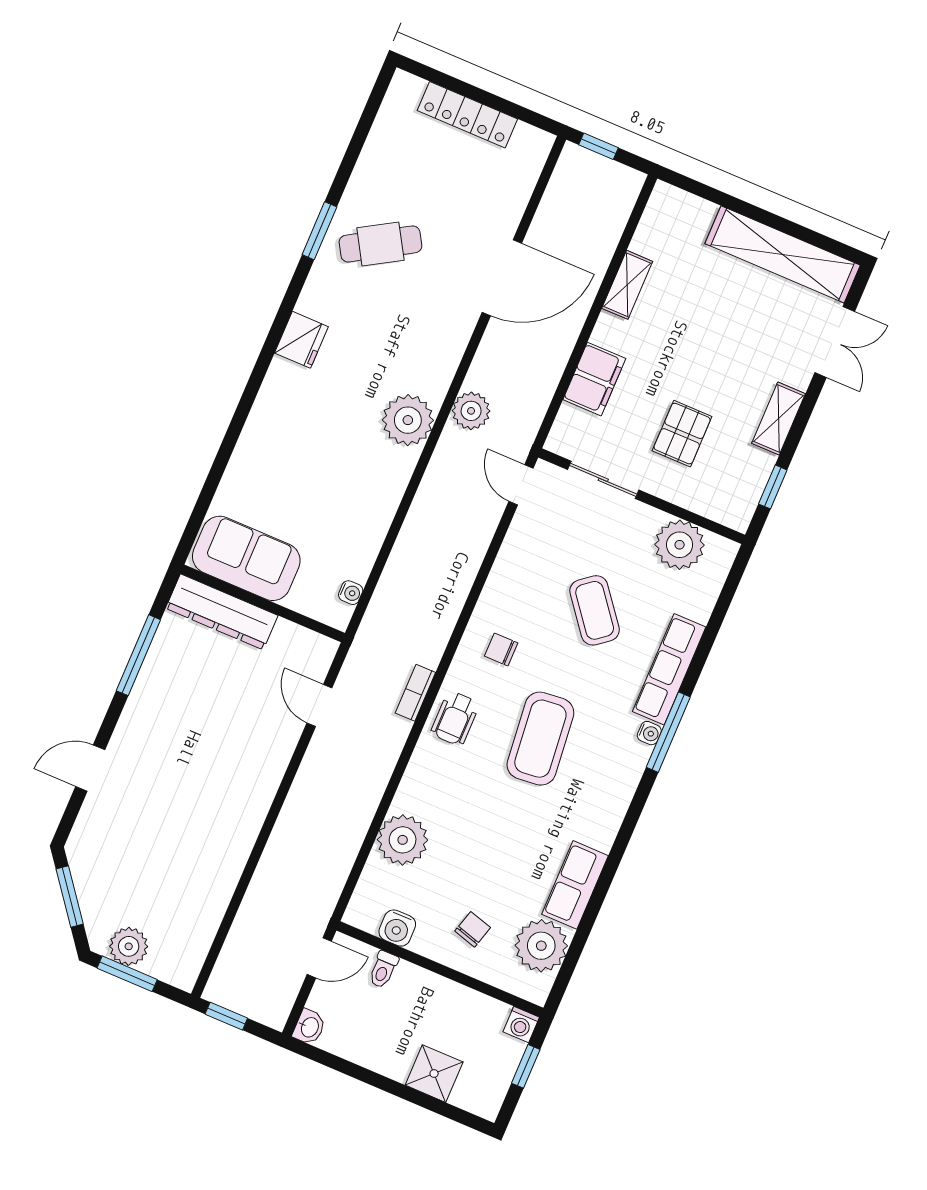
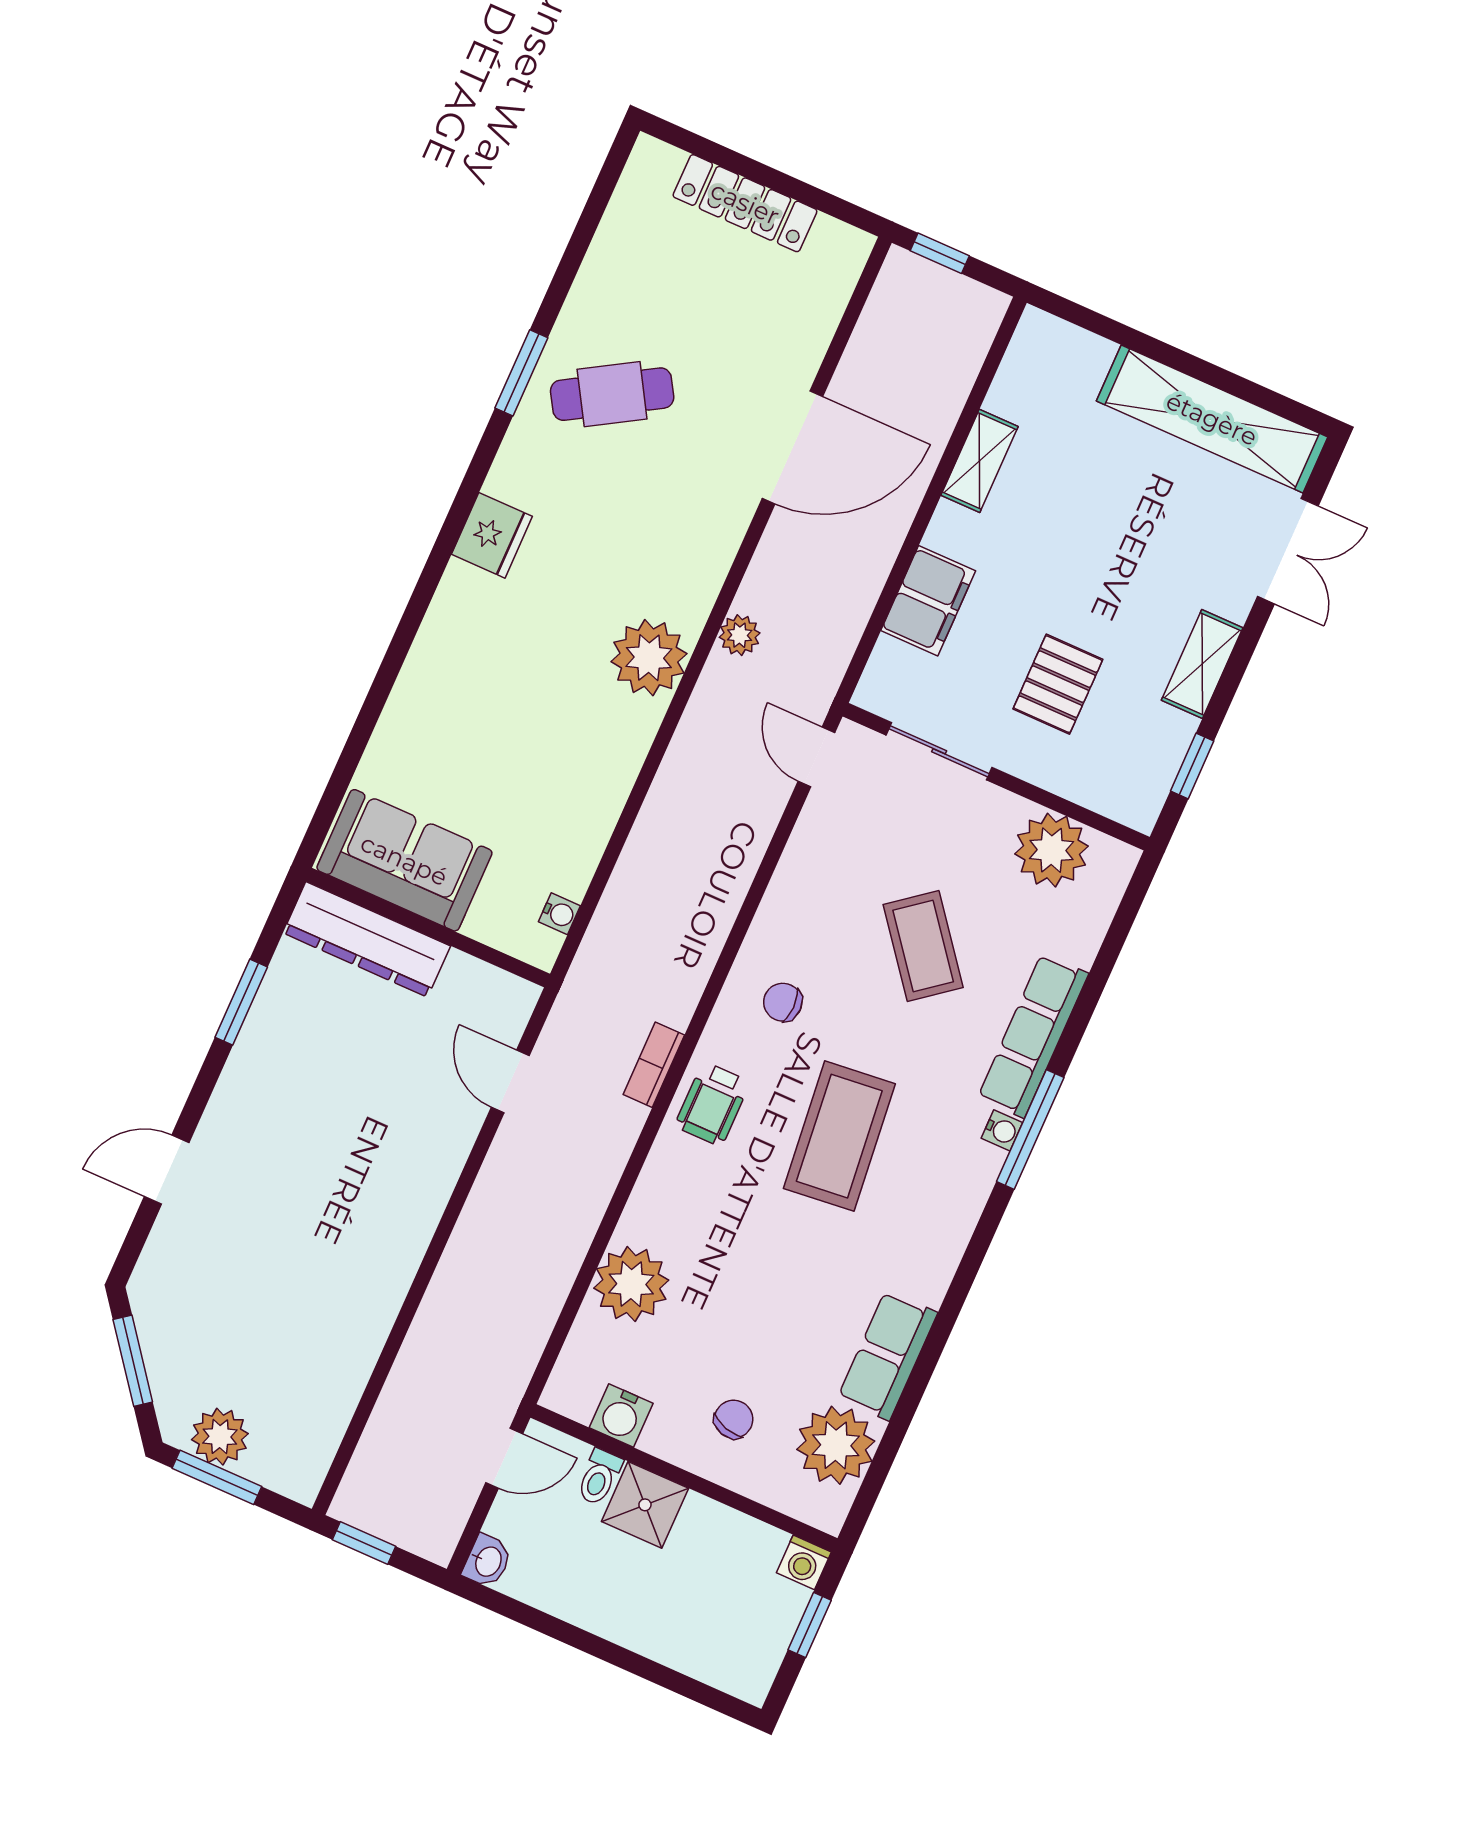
plant: (471, 411) -> (740, 635), width x0.73, depth x0.73
window: (138, 655) -> (241, 1002), width x0.69
shower: (434, 1074) -> (645, 1505), moved

